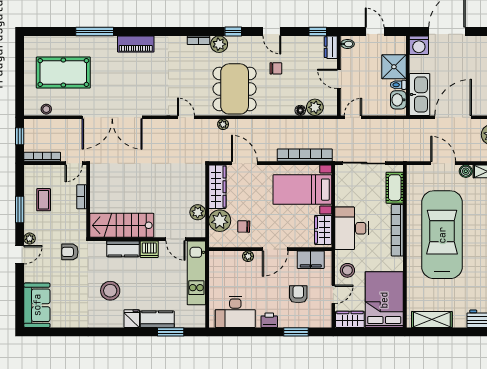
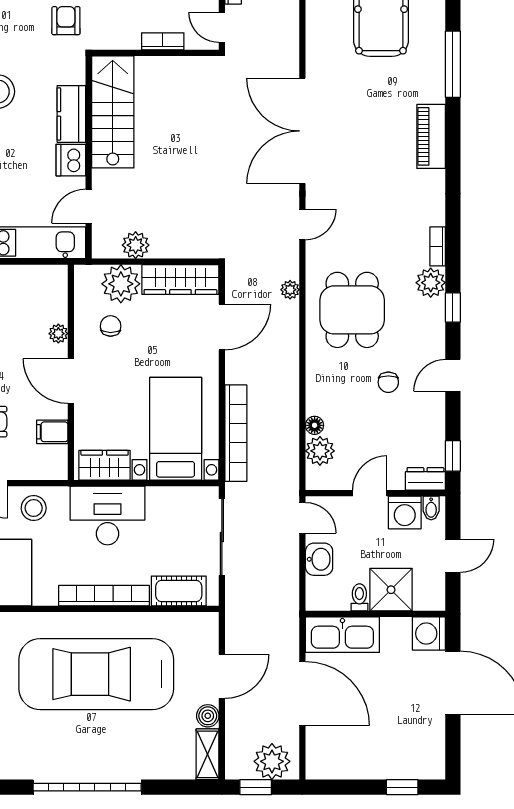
washing machine: (350, 59) -> (405, 512), added
dining table: (235, 89) -> (352, 310), width x0.73
washbasin: (398, 100) -> (319, 559), moved, turned 90
double door: (112, 117) -> (302, 131), moved
car: (442, 235) -> (96, 674), turned 180
filing cabinet: (311, 260) -> (52, 432), width x0.50

